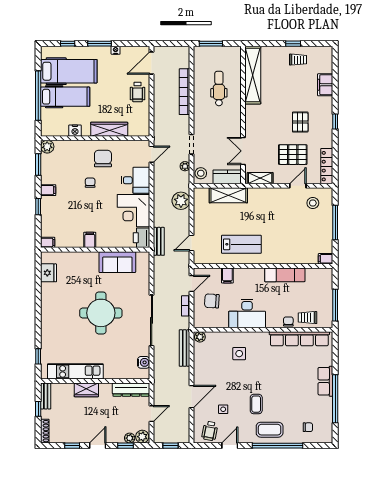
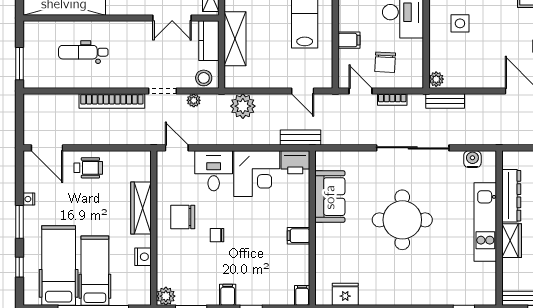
bookcase: (185, 92) -> (112, 101), moved
bench: (185, 348) -> (445, 101), width x0.73
kitchen unit: (75, 371) -> (485, 222), moved
dresser: (131, 390) -> (511, 196), moved

